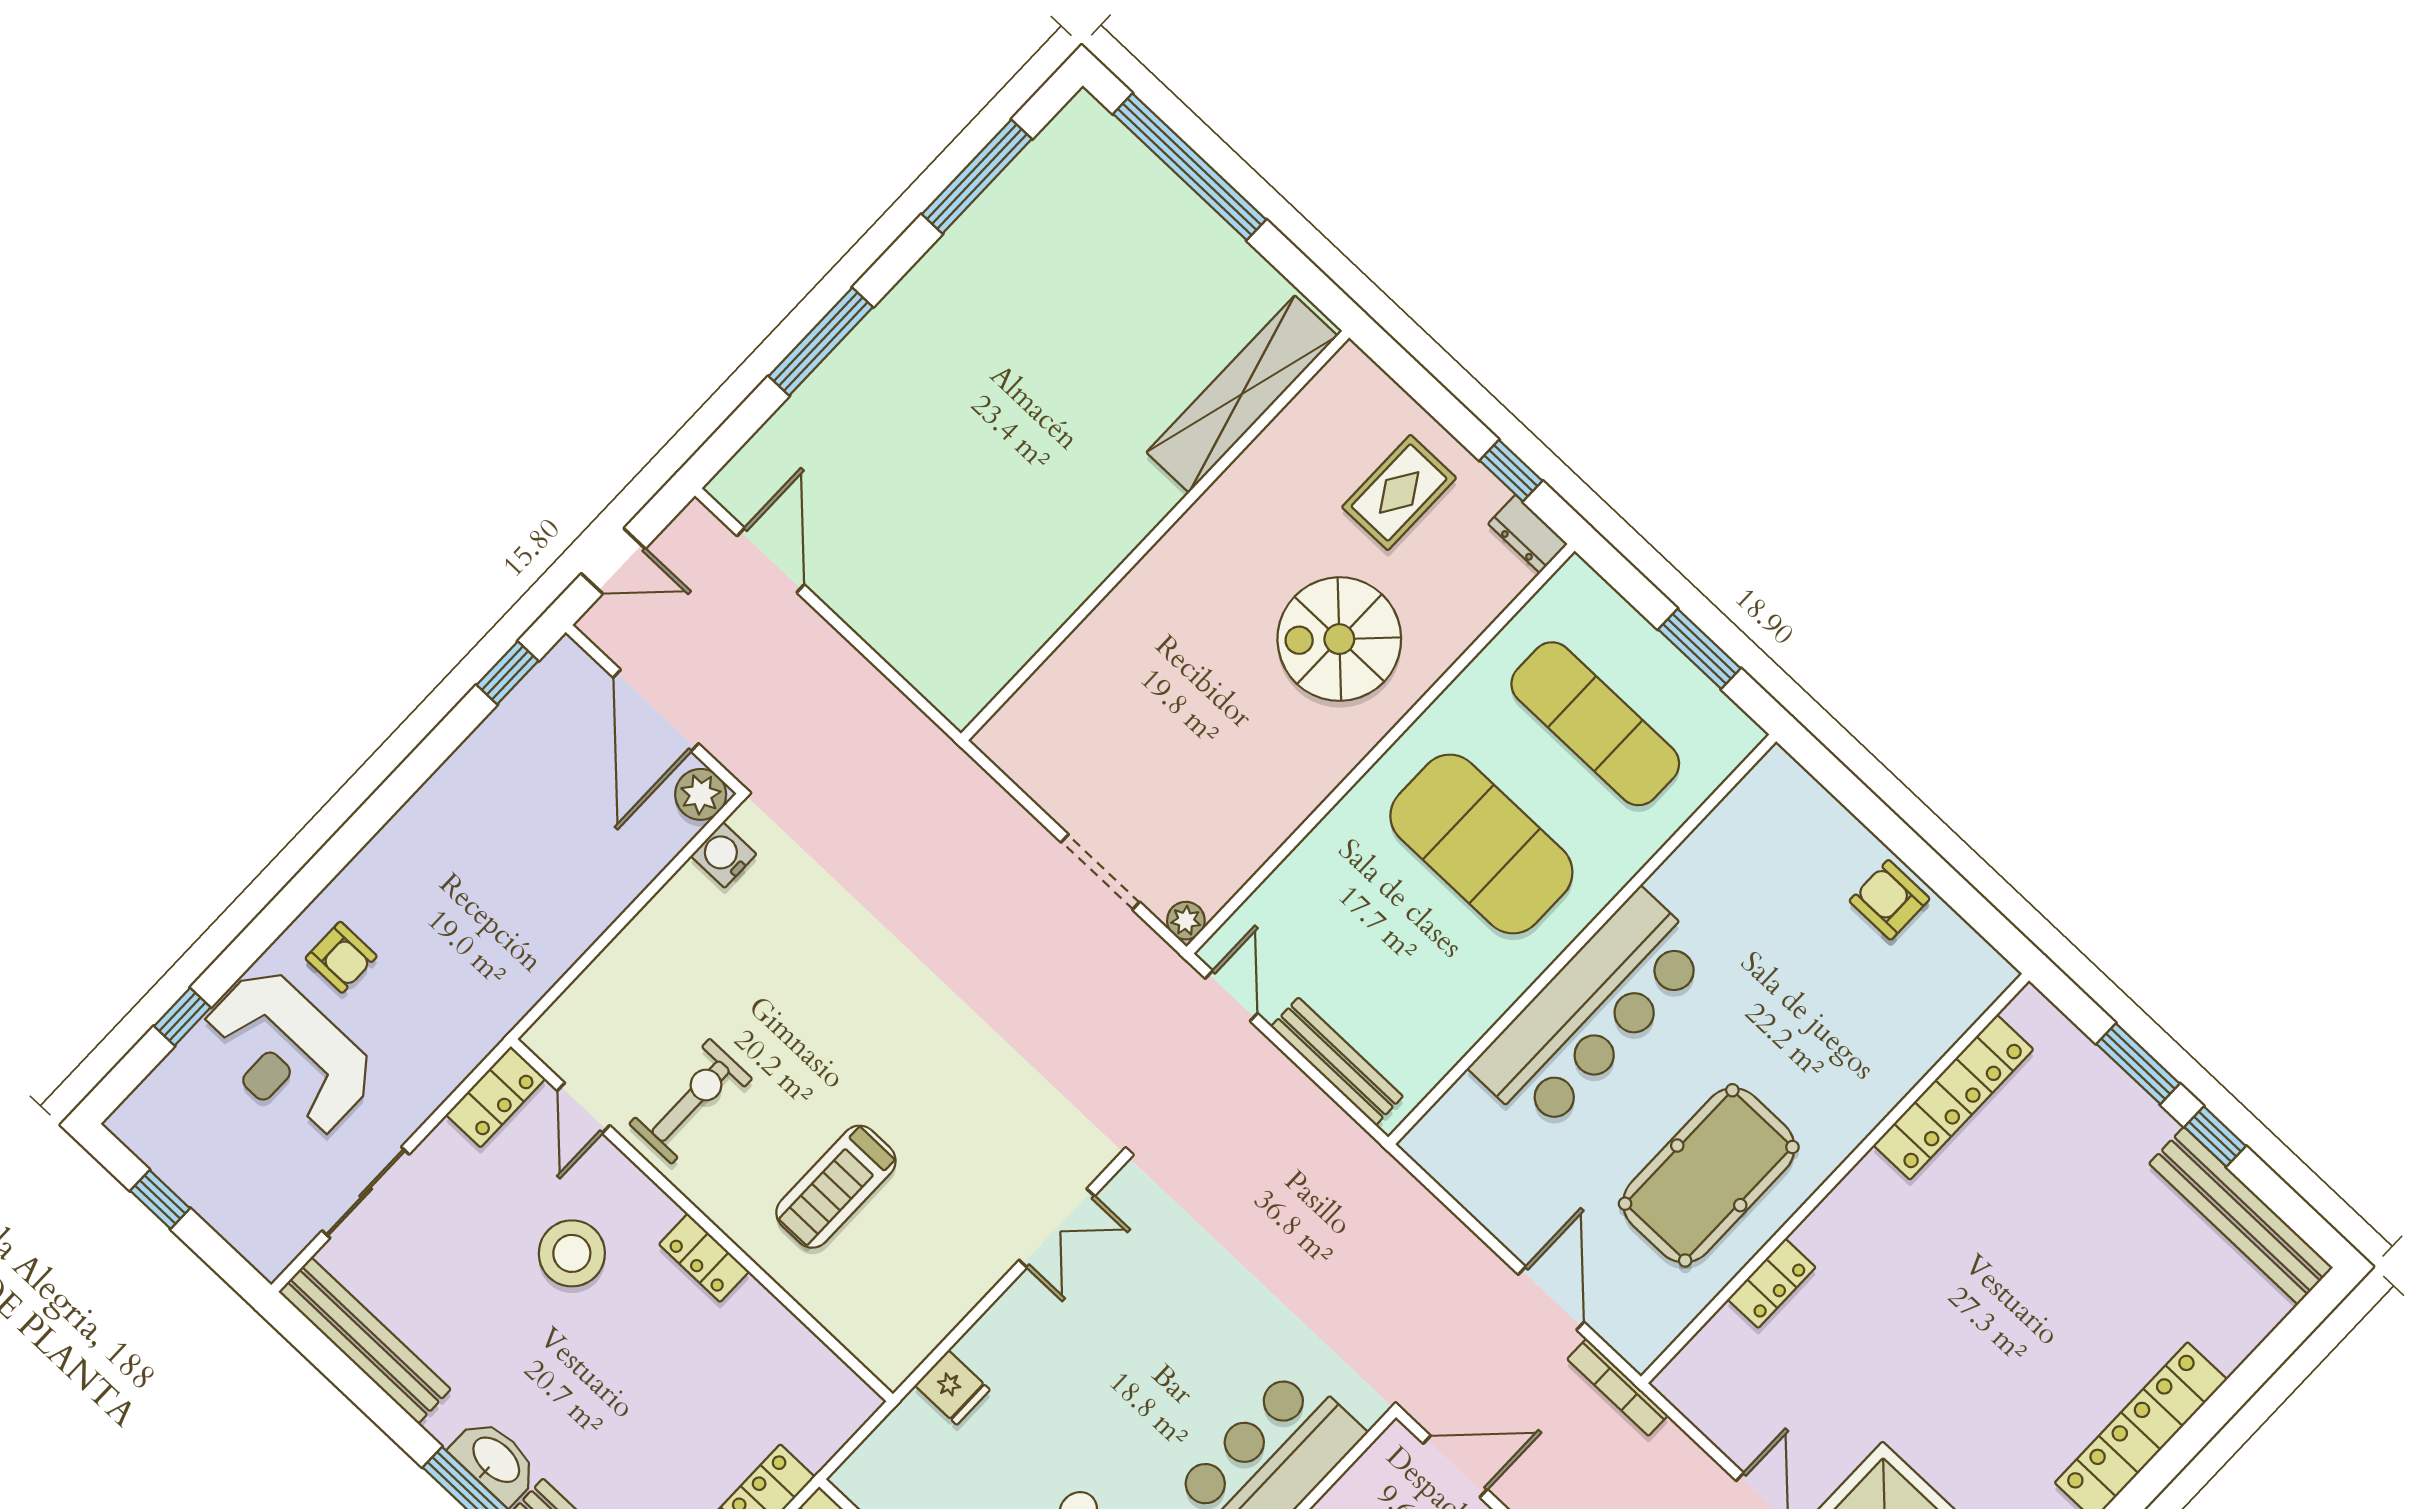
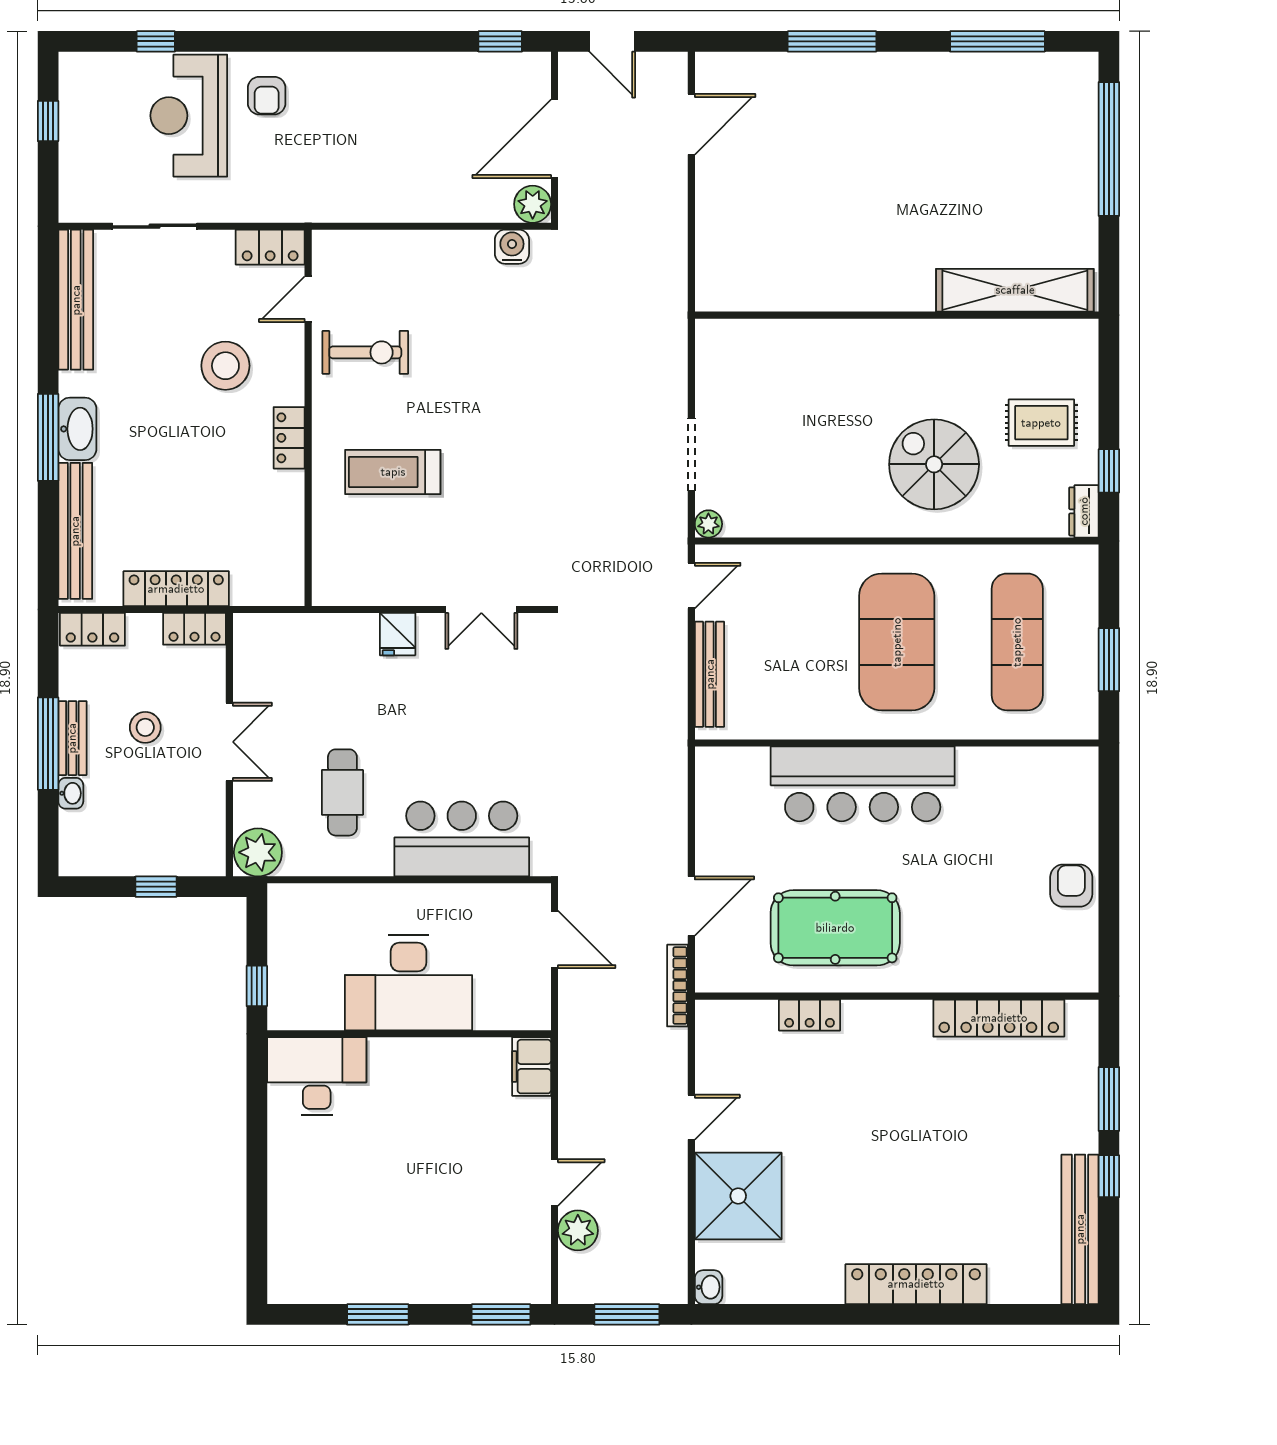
fridge: (953, 1388) -> (398, 634), moved

